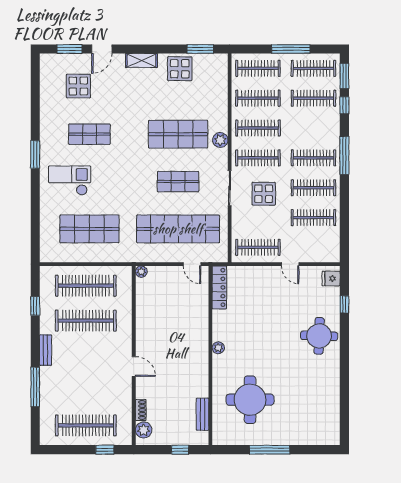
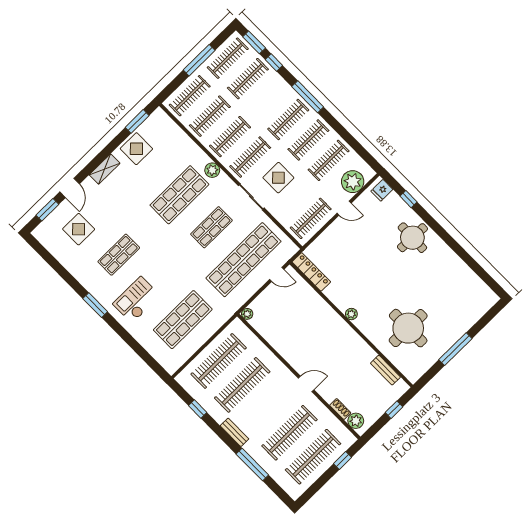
plant: (316, 251) -> (353, 182), added
clothes rail: (86, 390) -> (289, 433), added

